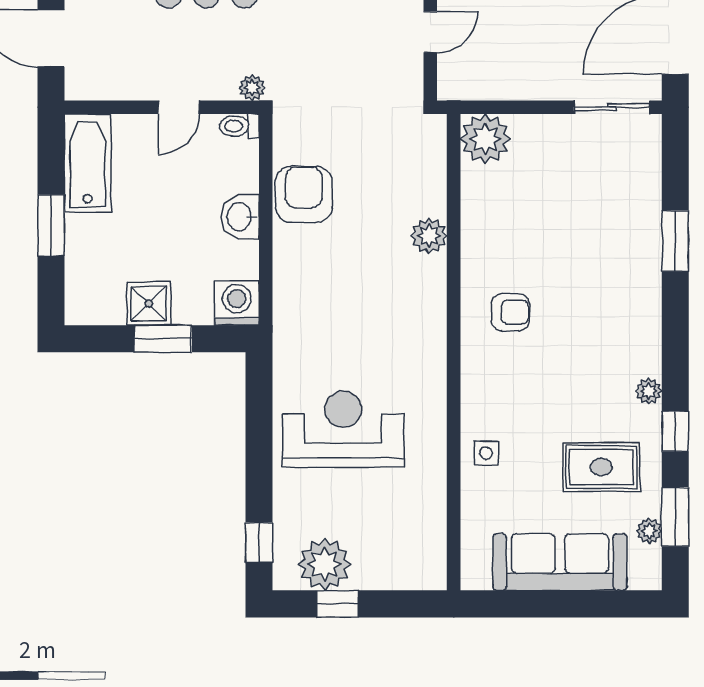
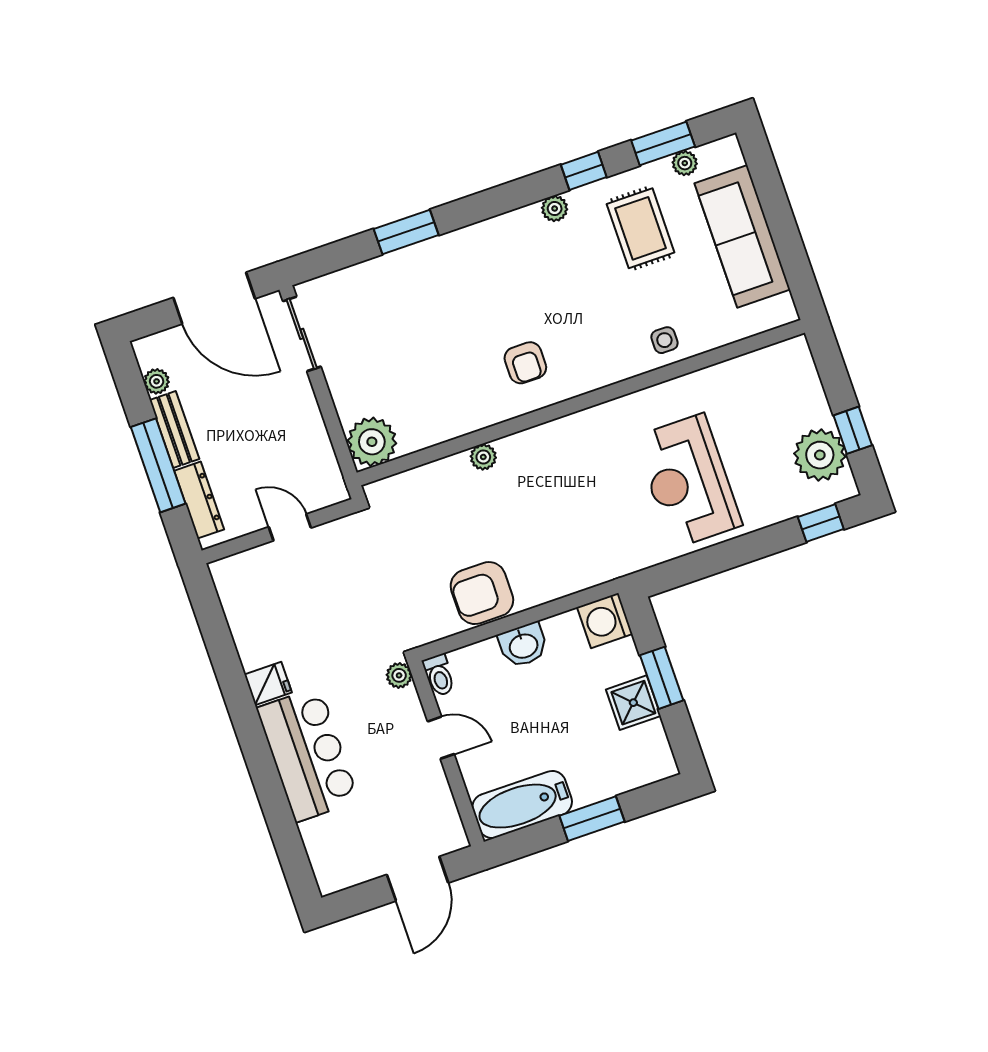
plant: (429, 236) -> (483, 457), width x0.73, depth x0.73
armchair: (510, 312) -> (525, 363), turned 180

